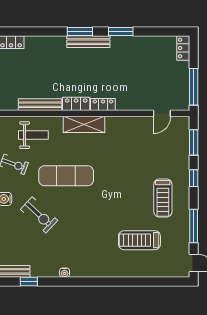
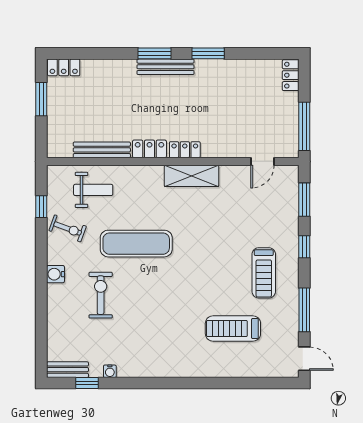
shelving: (84, 124) -> (192, 176), moved
exercise bike: (39, 215) -> (101, 295), turned -133
water cooler: (65, 273) -> (110, 371), moved

